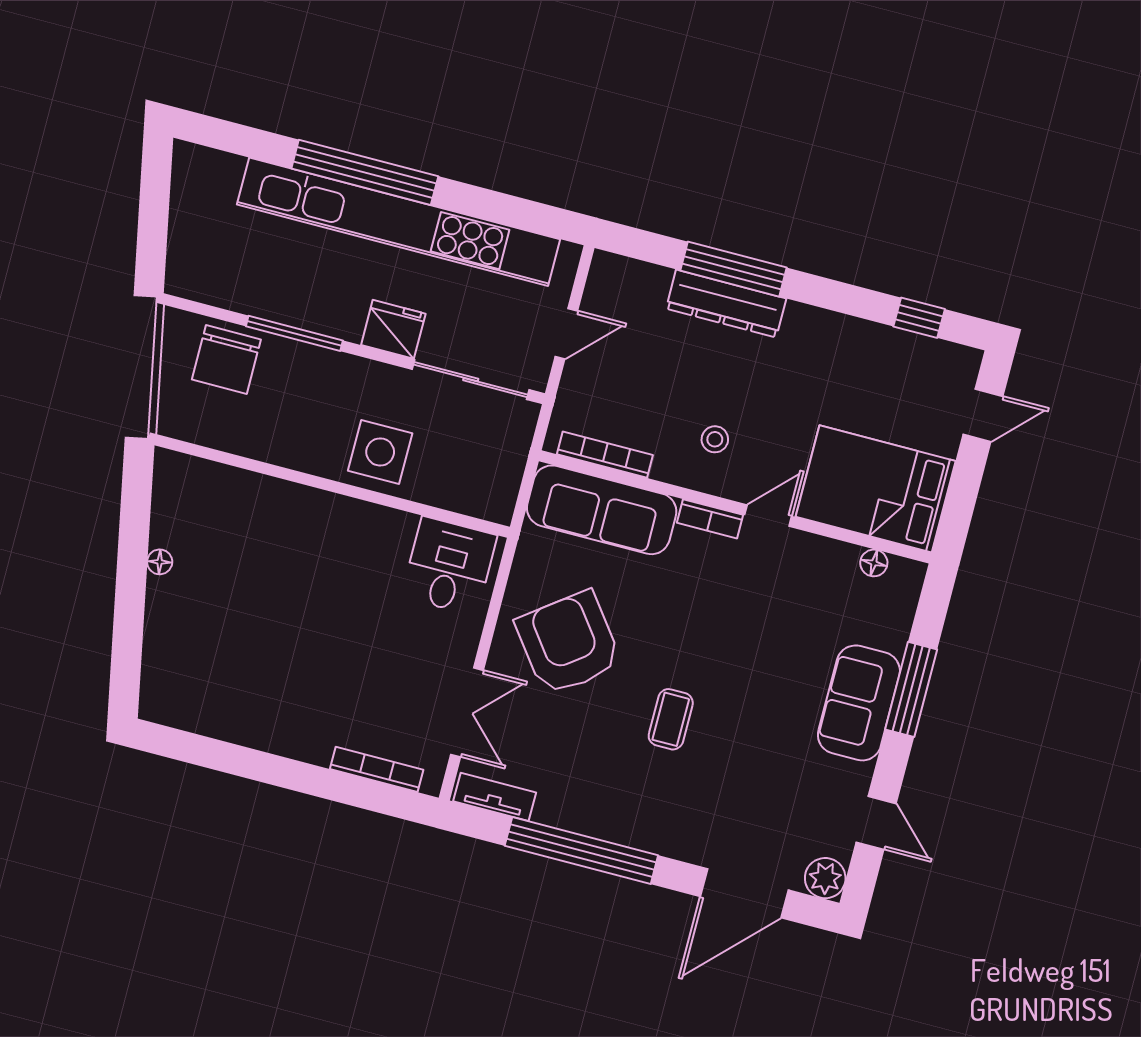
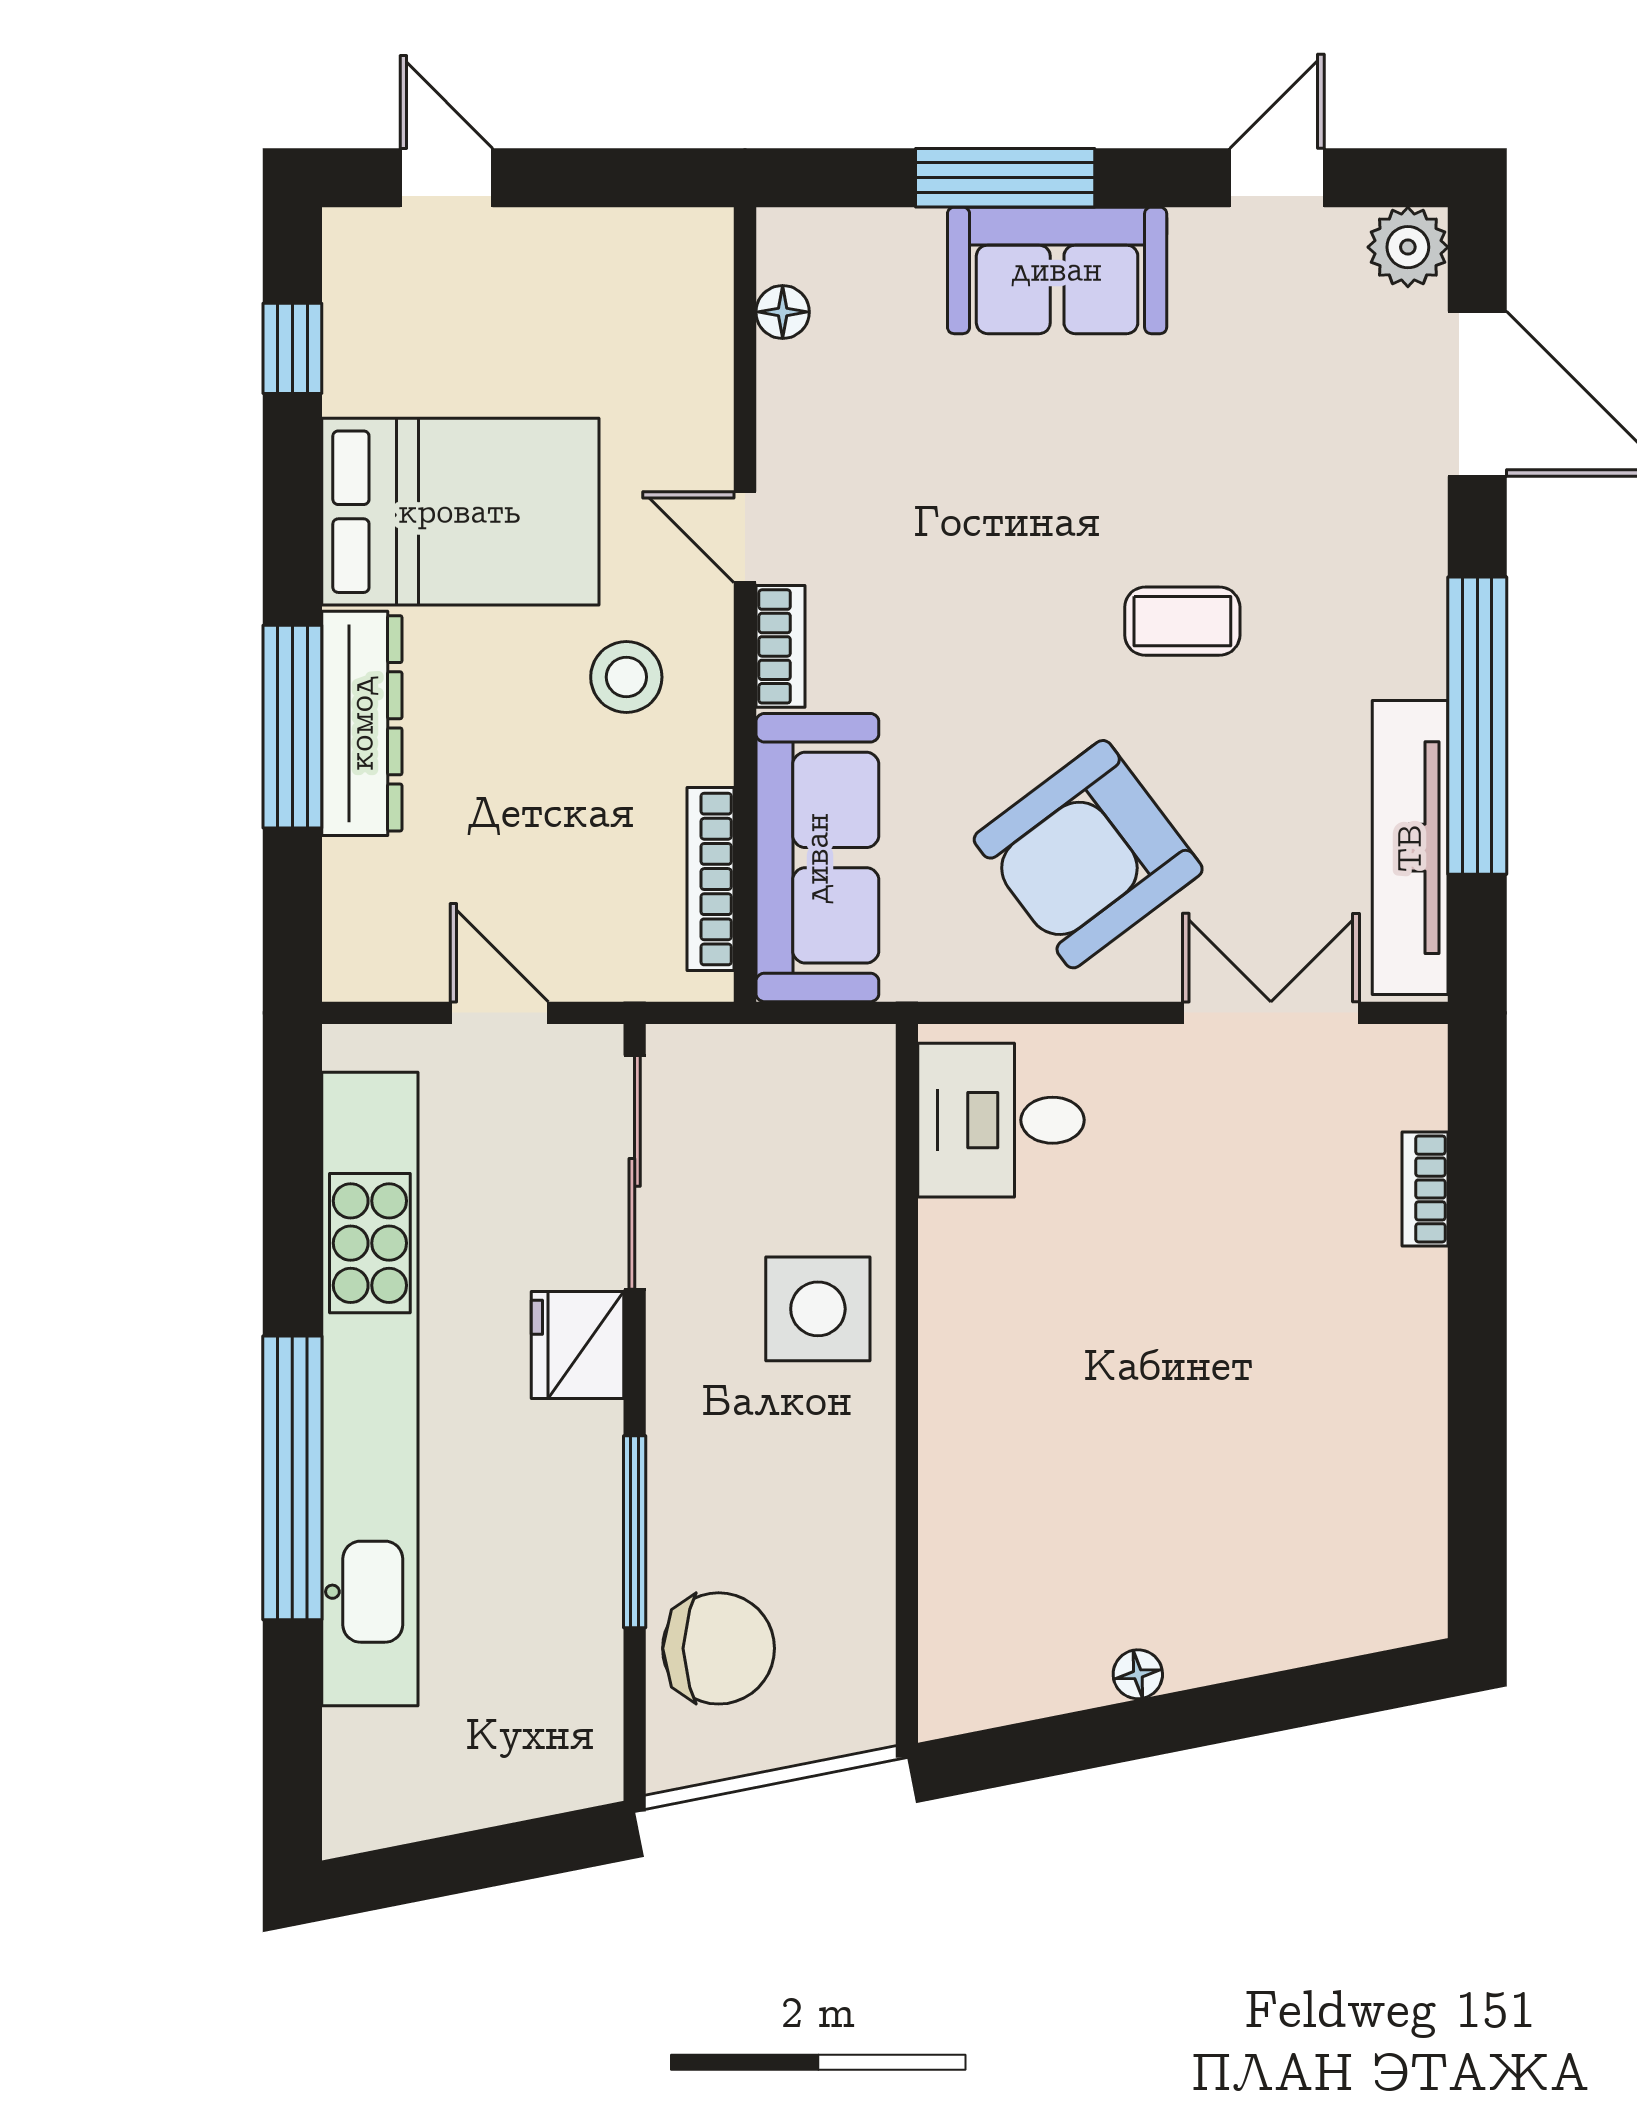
stool: (715, 439) -> (626, 677), width x1.37, depth x1.37
bed: (876, 489) -> (460, 512), moved, turned -90
bookcase: (377, 769) -> (1425, 1189), width x0.64
tv unit: (495, 797) -> (1410, 848), width x1.92, depth x1.29

